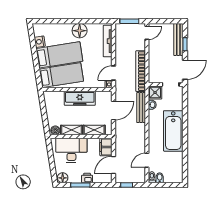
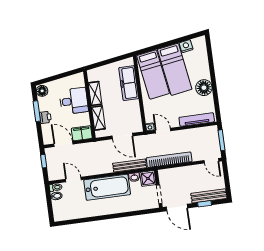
freezer: (80, 98) -> (129, 83), moved
boiler: (55, 130) -> (92, 76), removed
bathtub: (173, 131) -> (107, 187), moved, turned 180
desk: (71, 150) -> (74, 101), width x0.73

